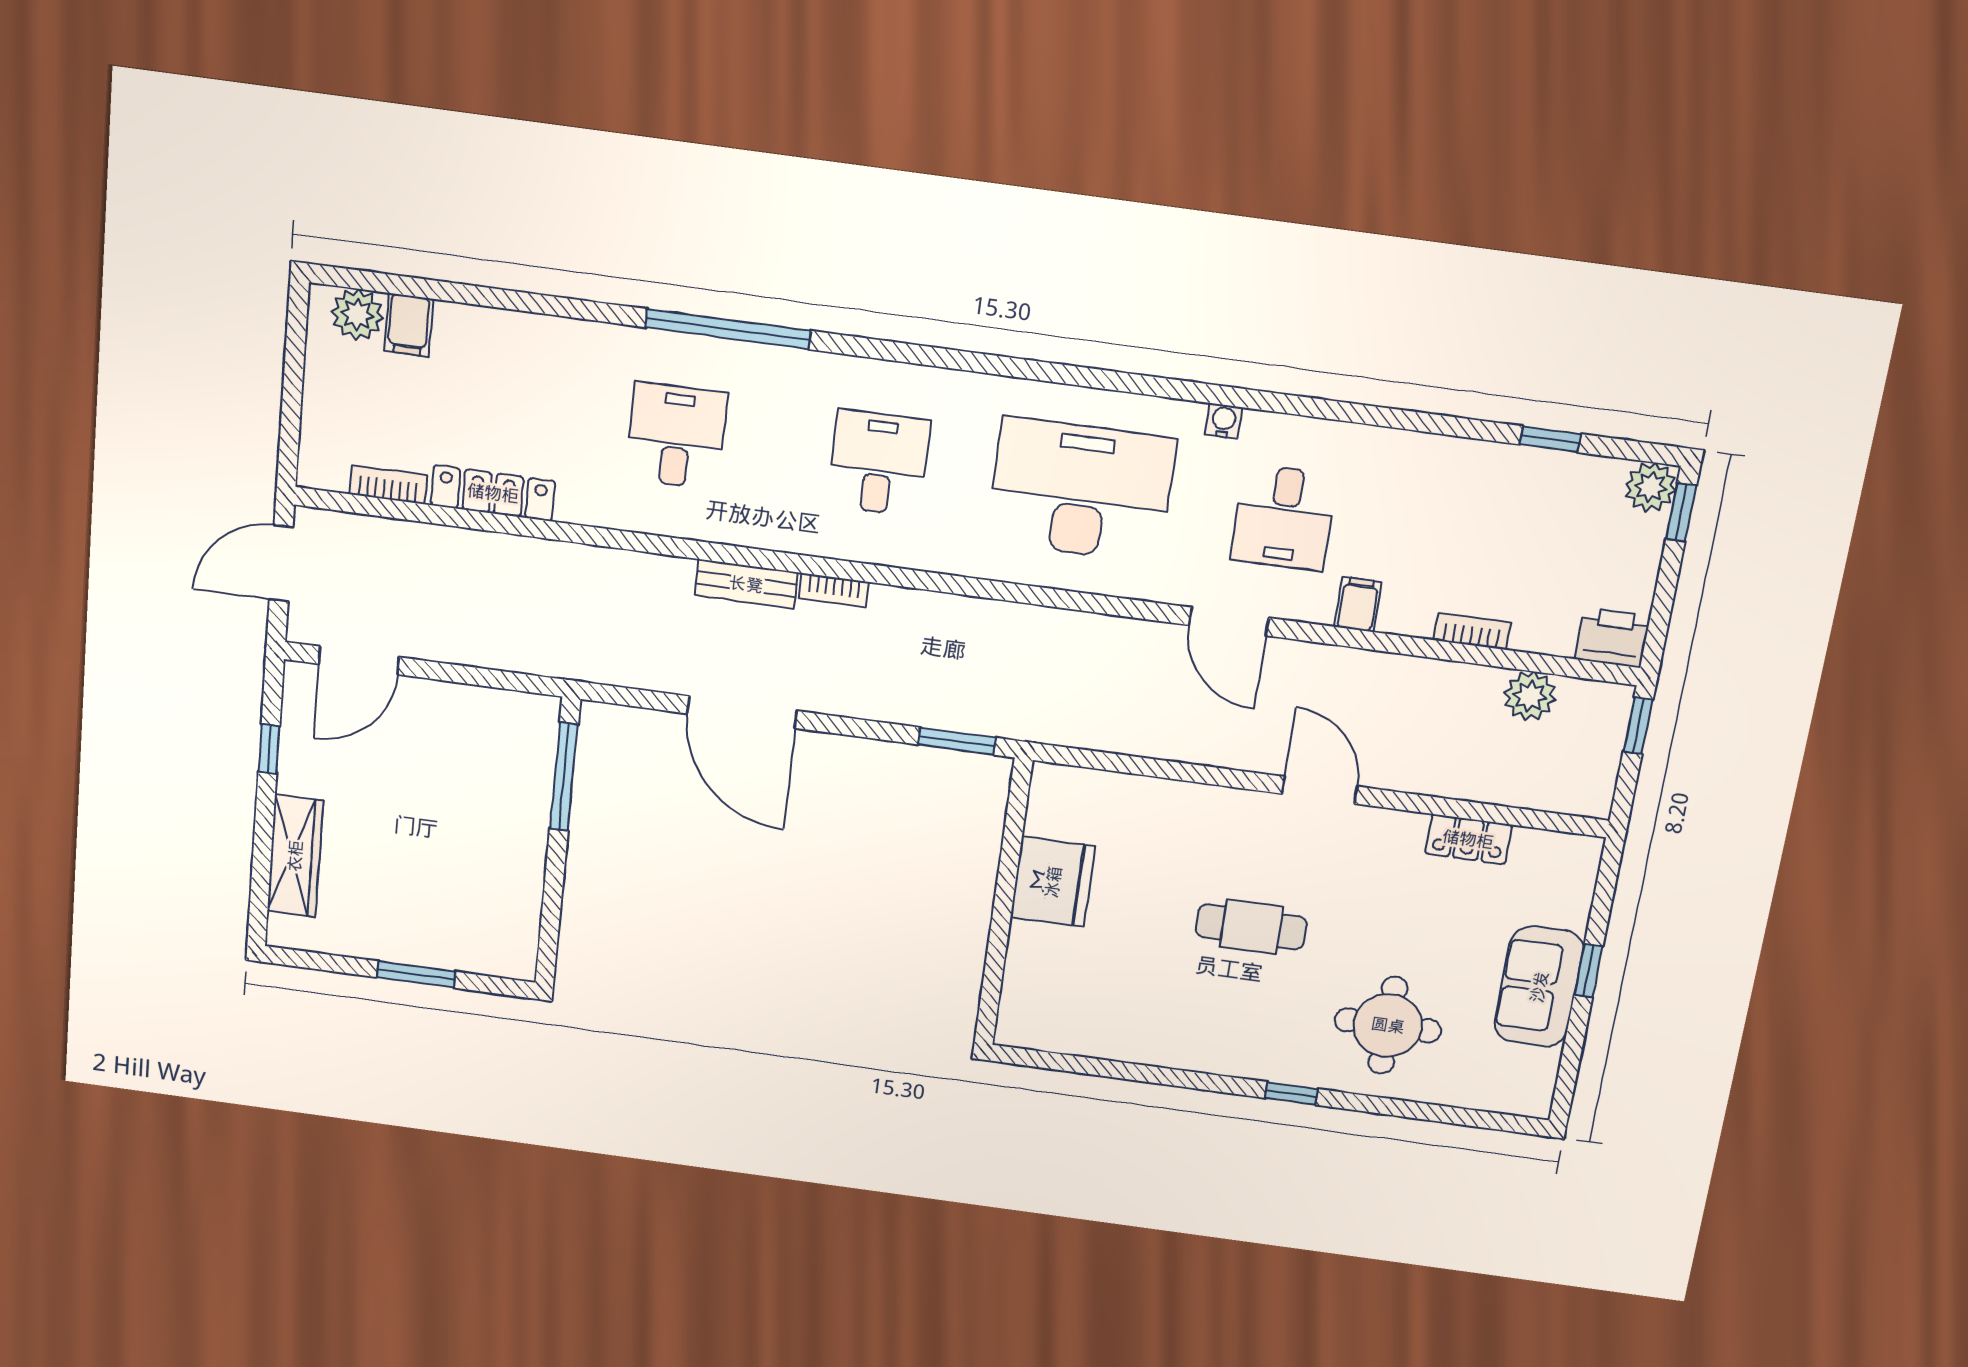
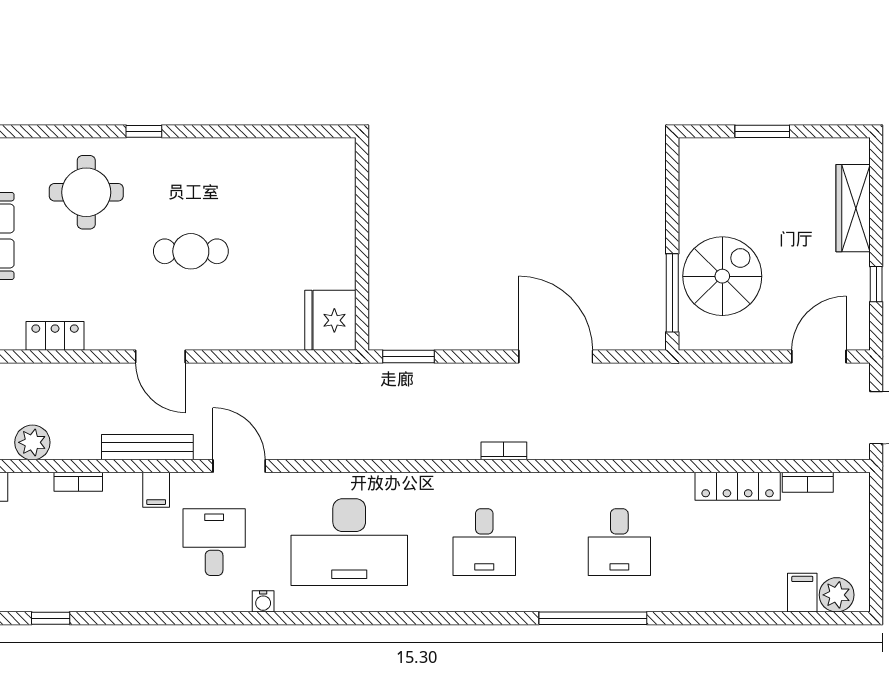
bench: (746, 584) -> (147, 447), moved, width x1.36
spiral stairs: (490, 790) -> (722, 276), added
fridge: (1053, 882) -> (330, 320), moved

